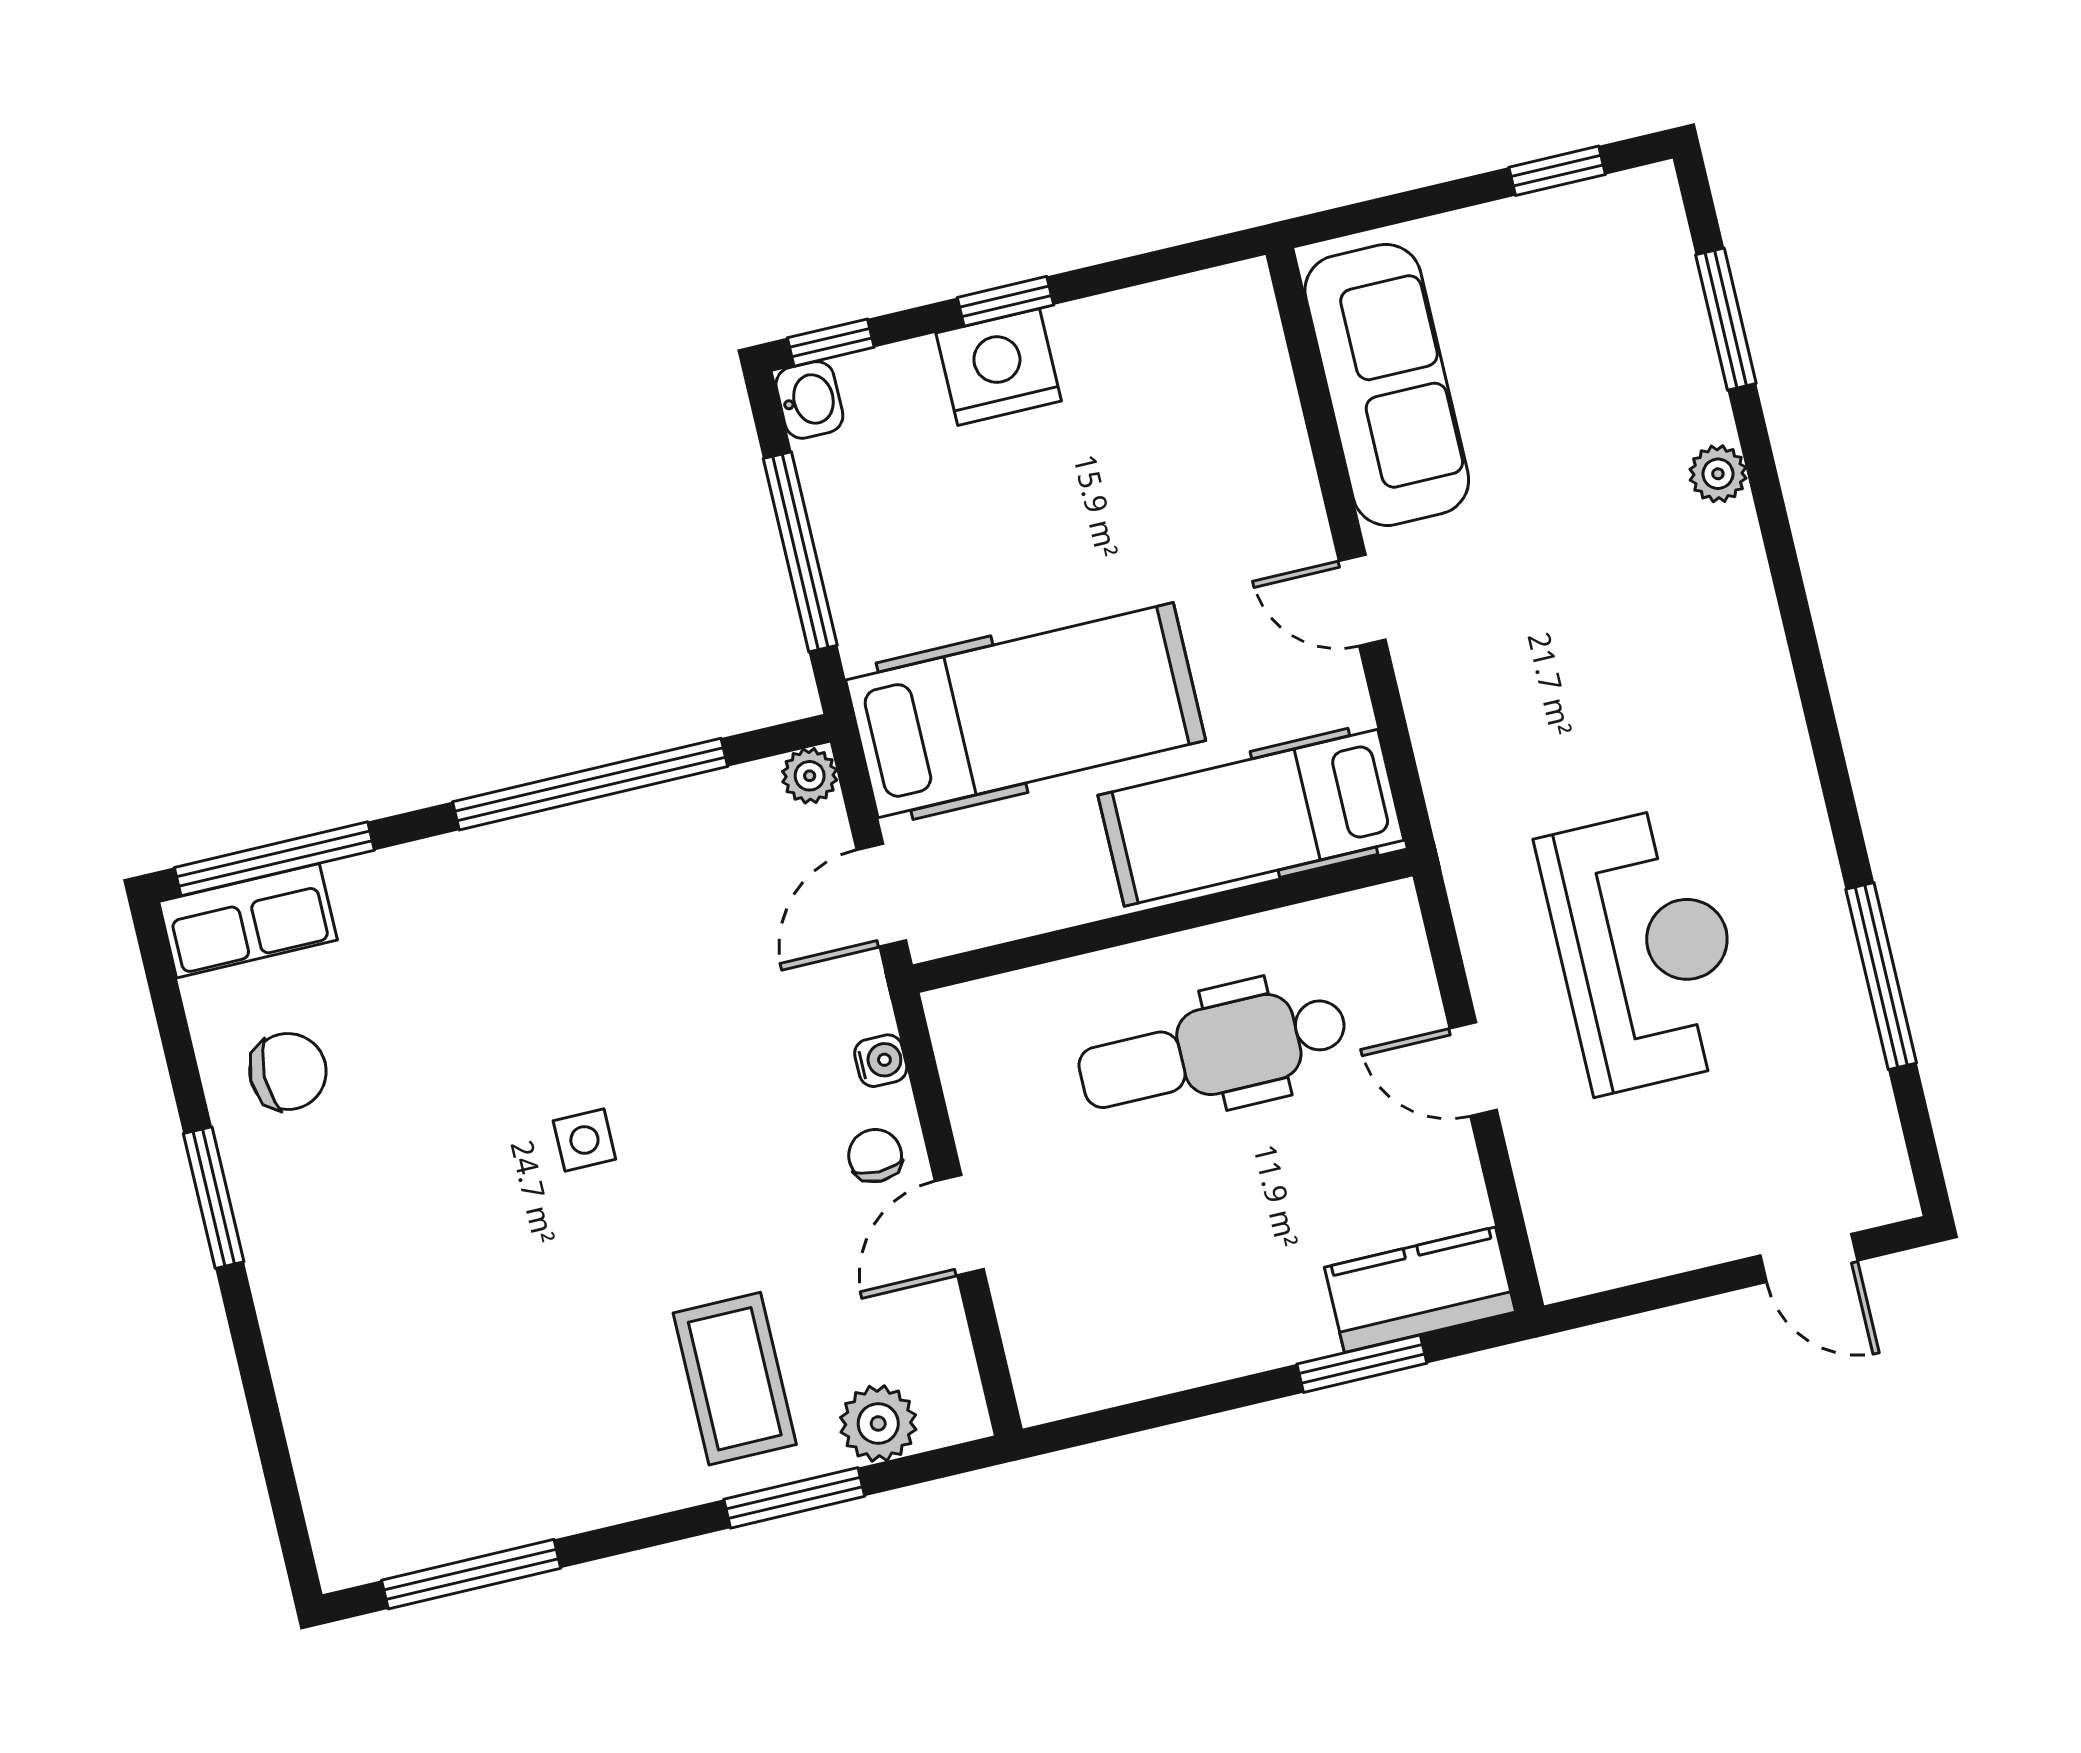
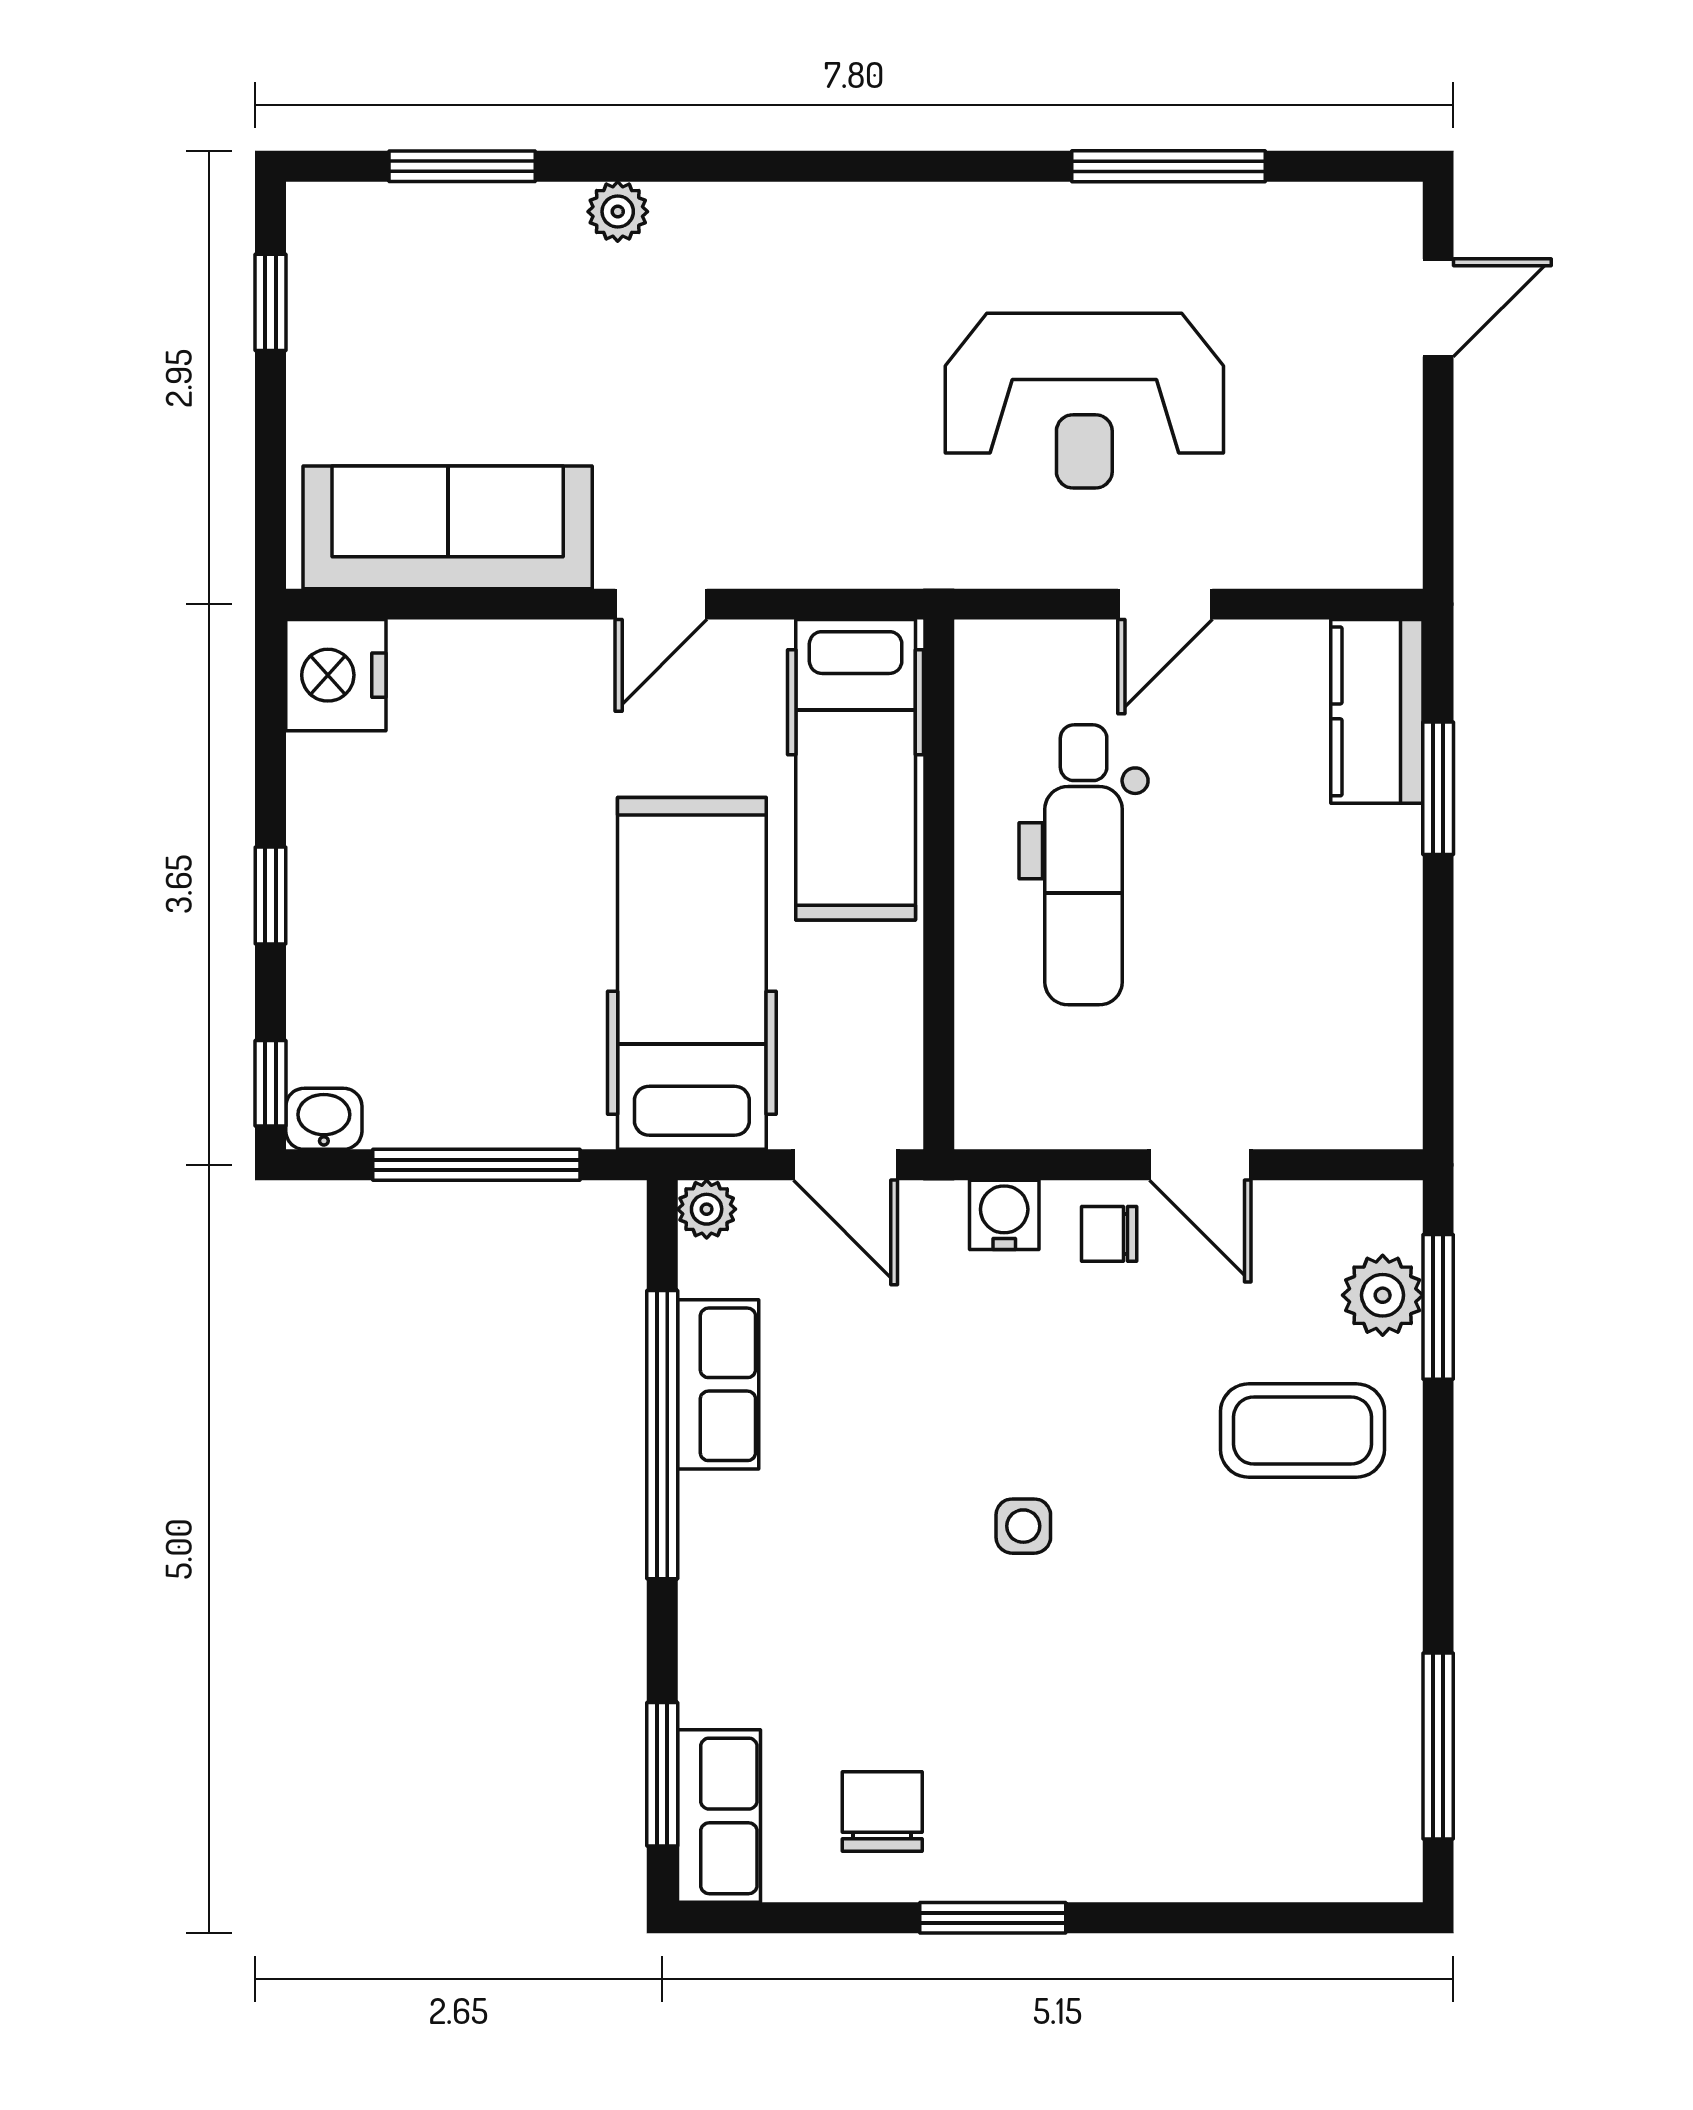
nightstand: (999, 367) -> (336, 675), moved
row of seats: (649, 825) -> (718, 1384), added
window: (274, 859) -> (662, 1774), width x0.69
reception desk: (1645, 949) -> (1084, 401), turned 180
water cooler: (881, 1061) -> (1004, 1215), width x1.38, depth x1.38
window: (794, 1498) -> (1438, 1307), moved

